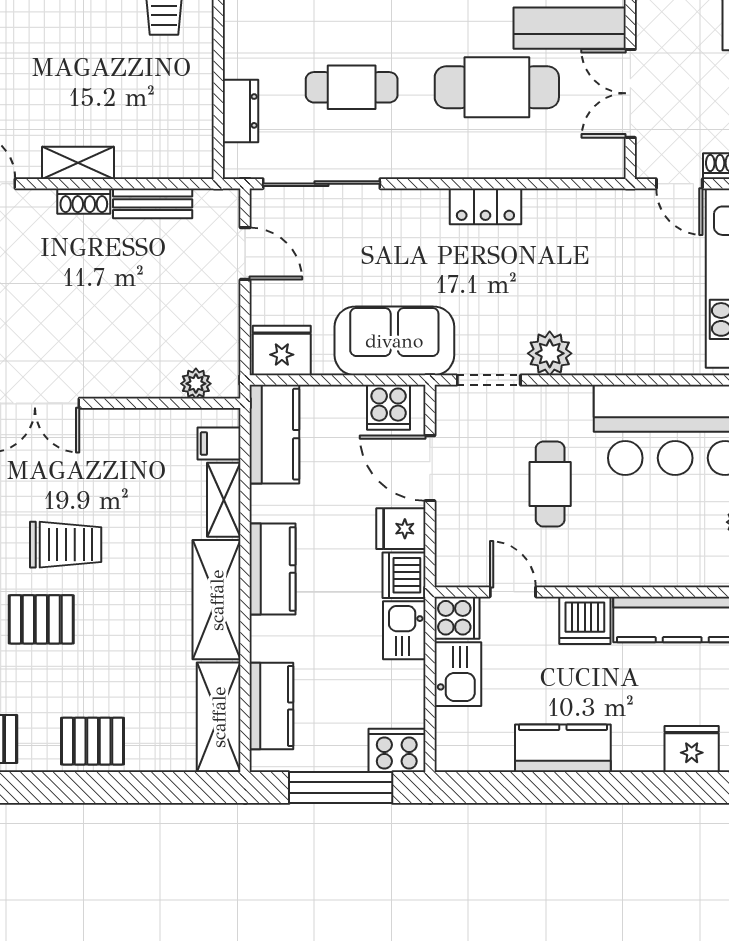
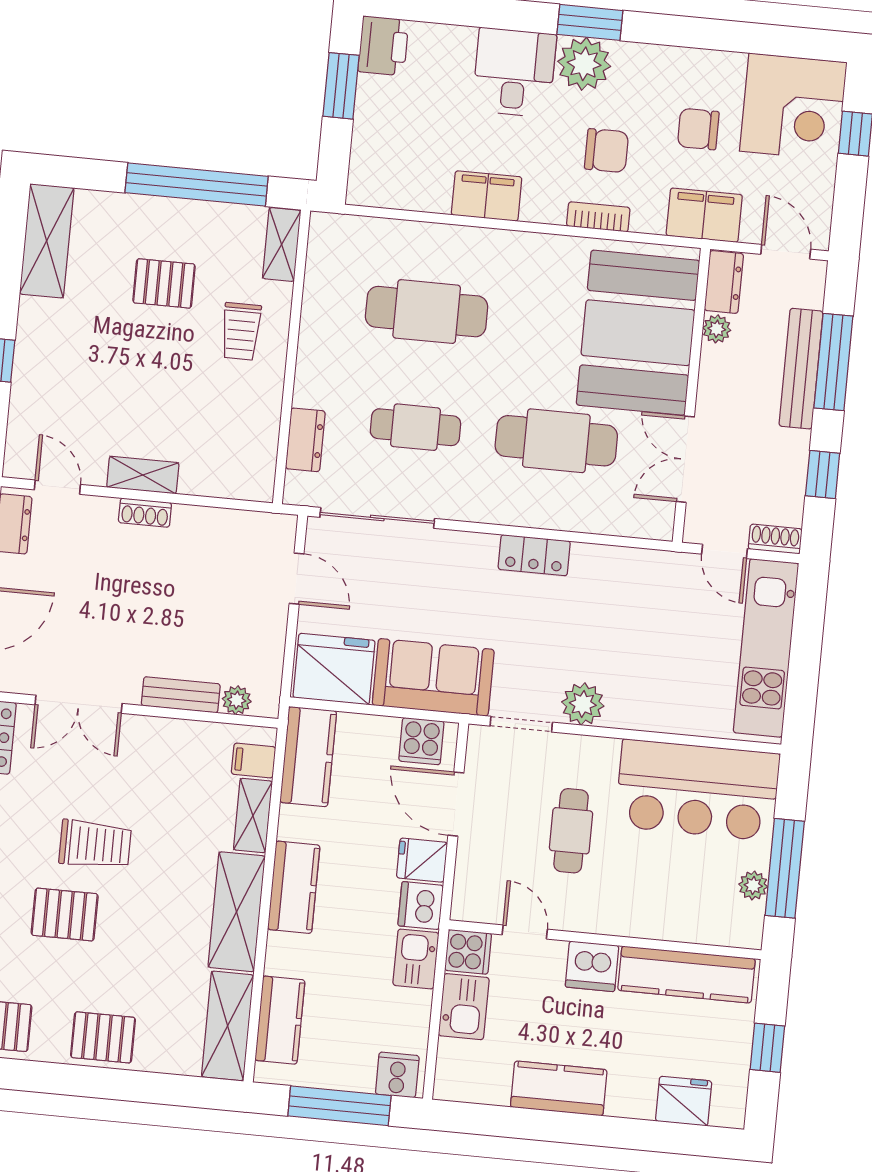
bench: (153, 203) -> (181, 695), moved
fridge: (282, 351) -> (334, 669), width x1.36, depth x1.34
cooker: (397, 750) -> (397, 1075), width x0.73

